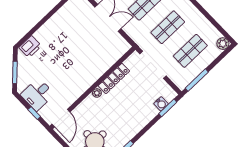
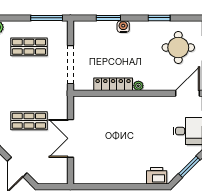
shop shelf: (168, 27) -> (29, 84), removed
water cooler: (161, 104) -> (123, 27), moved
window: (168, 108) -> (108, 18), moved

